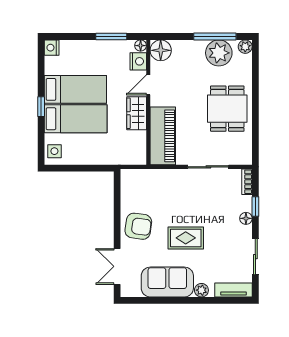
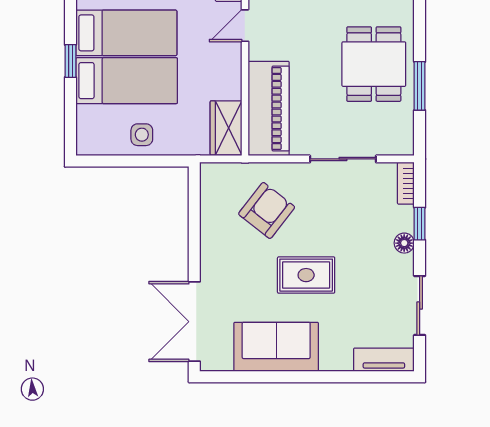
wardrobe: (137, 113) -> (226, 128), moved
window: (255, 122) -> (420, 86), added
side table: (54, 151) -> (142, 135), moved
armchair: (138, 226) -> (267, 210), moved, turned -60
double door: (117, 266) -> (194, 322), width x1.37
plant: (201, 290) -> (332, 360), removed

